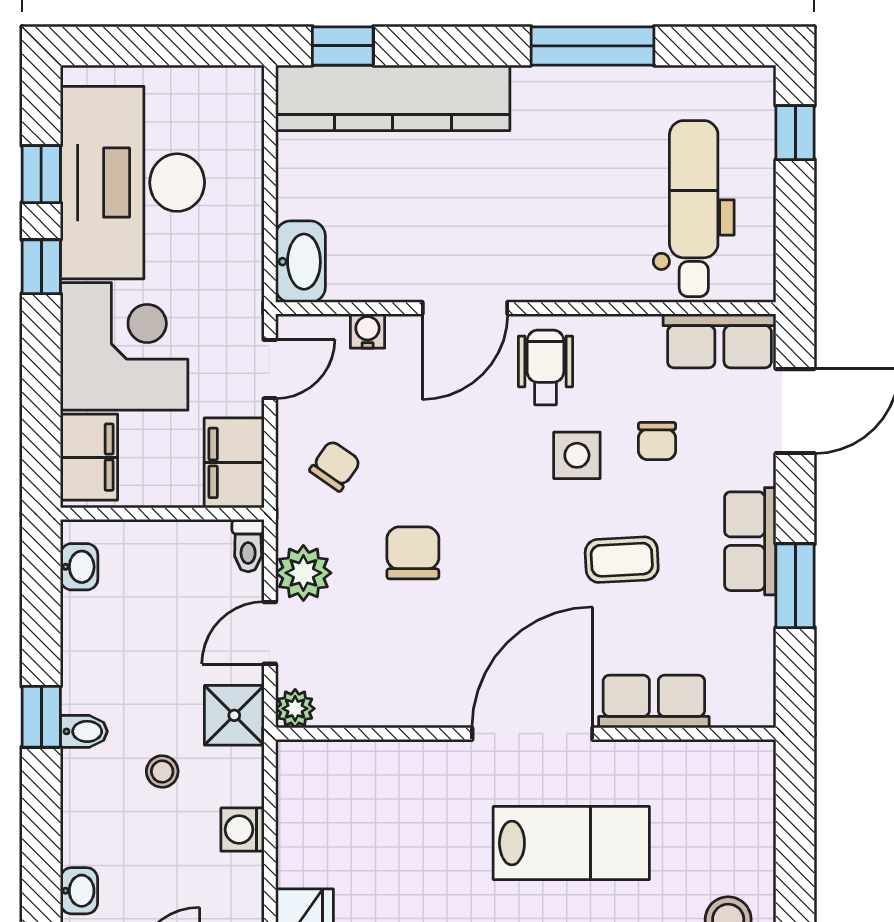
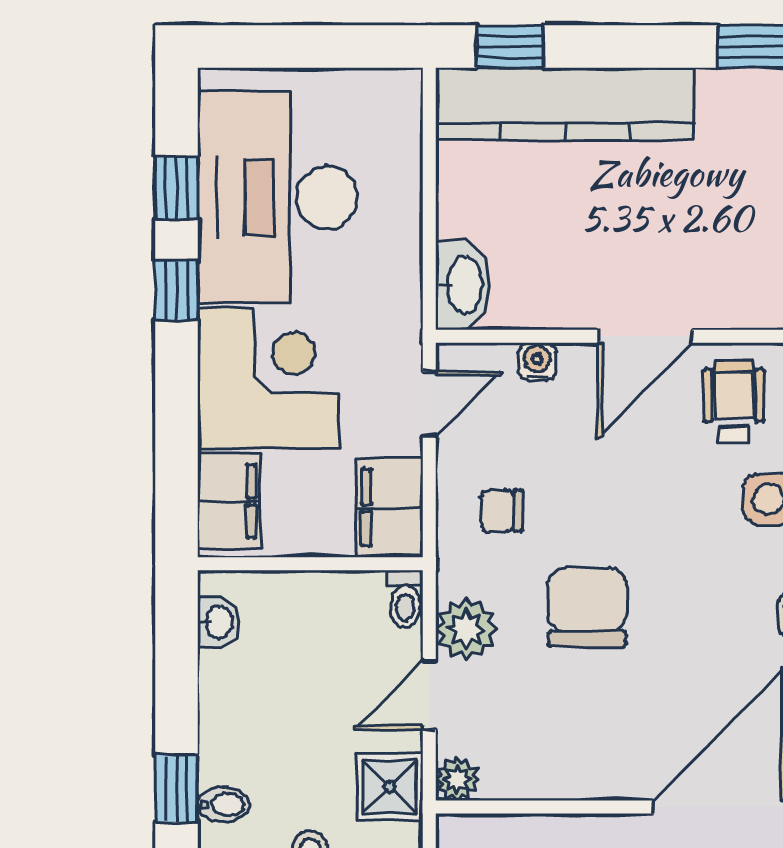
chair: (335, 466) -> (501, 511), turned -125
chair: (413, 553) -> (587, 607), width x1.37, depth x1.37

